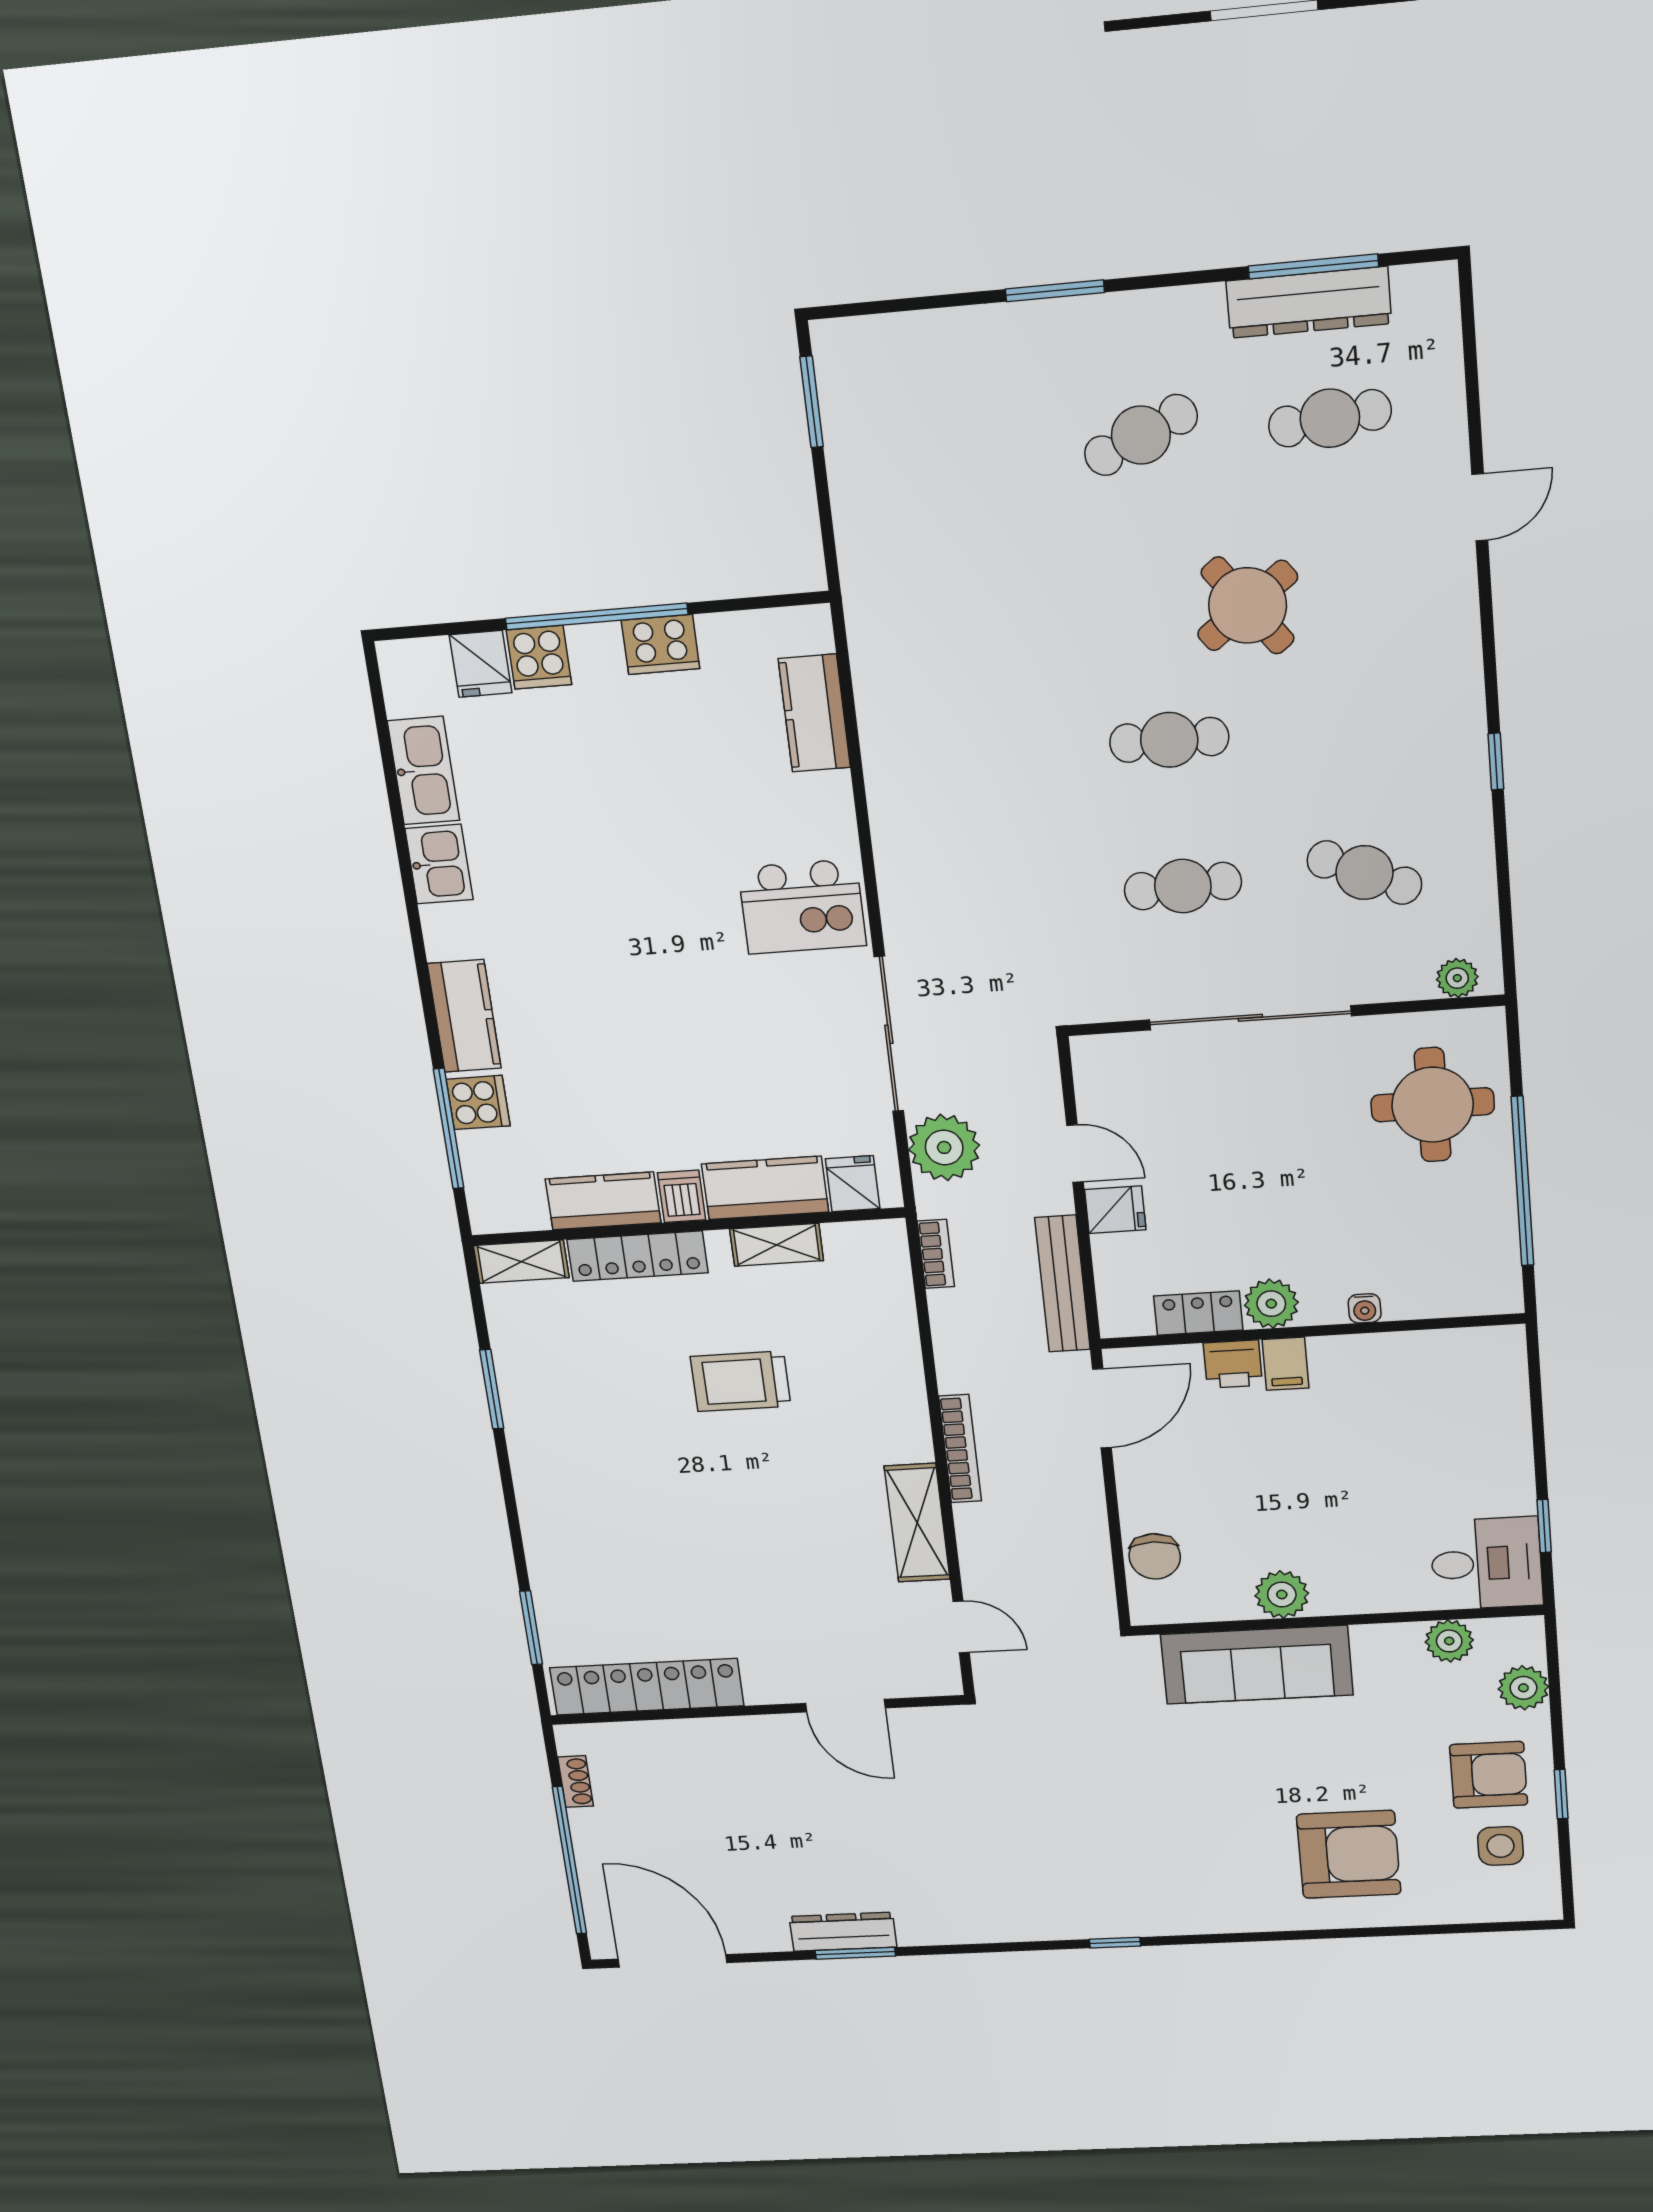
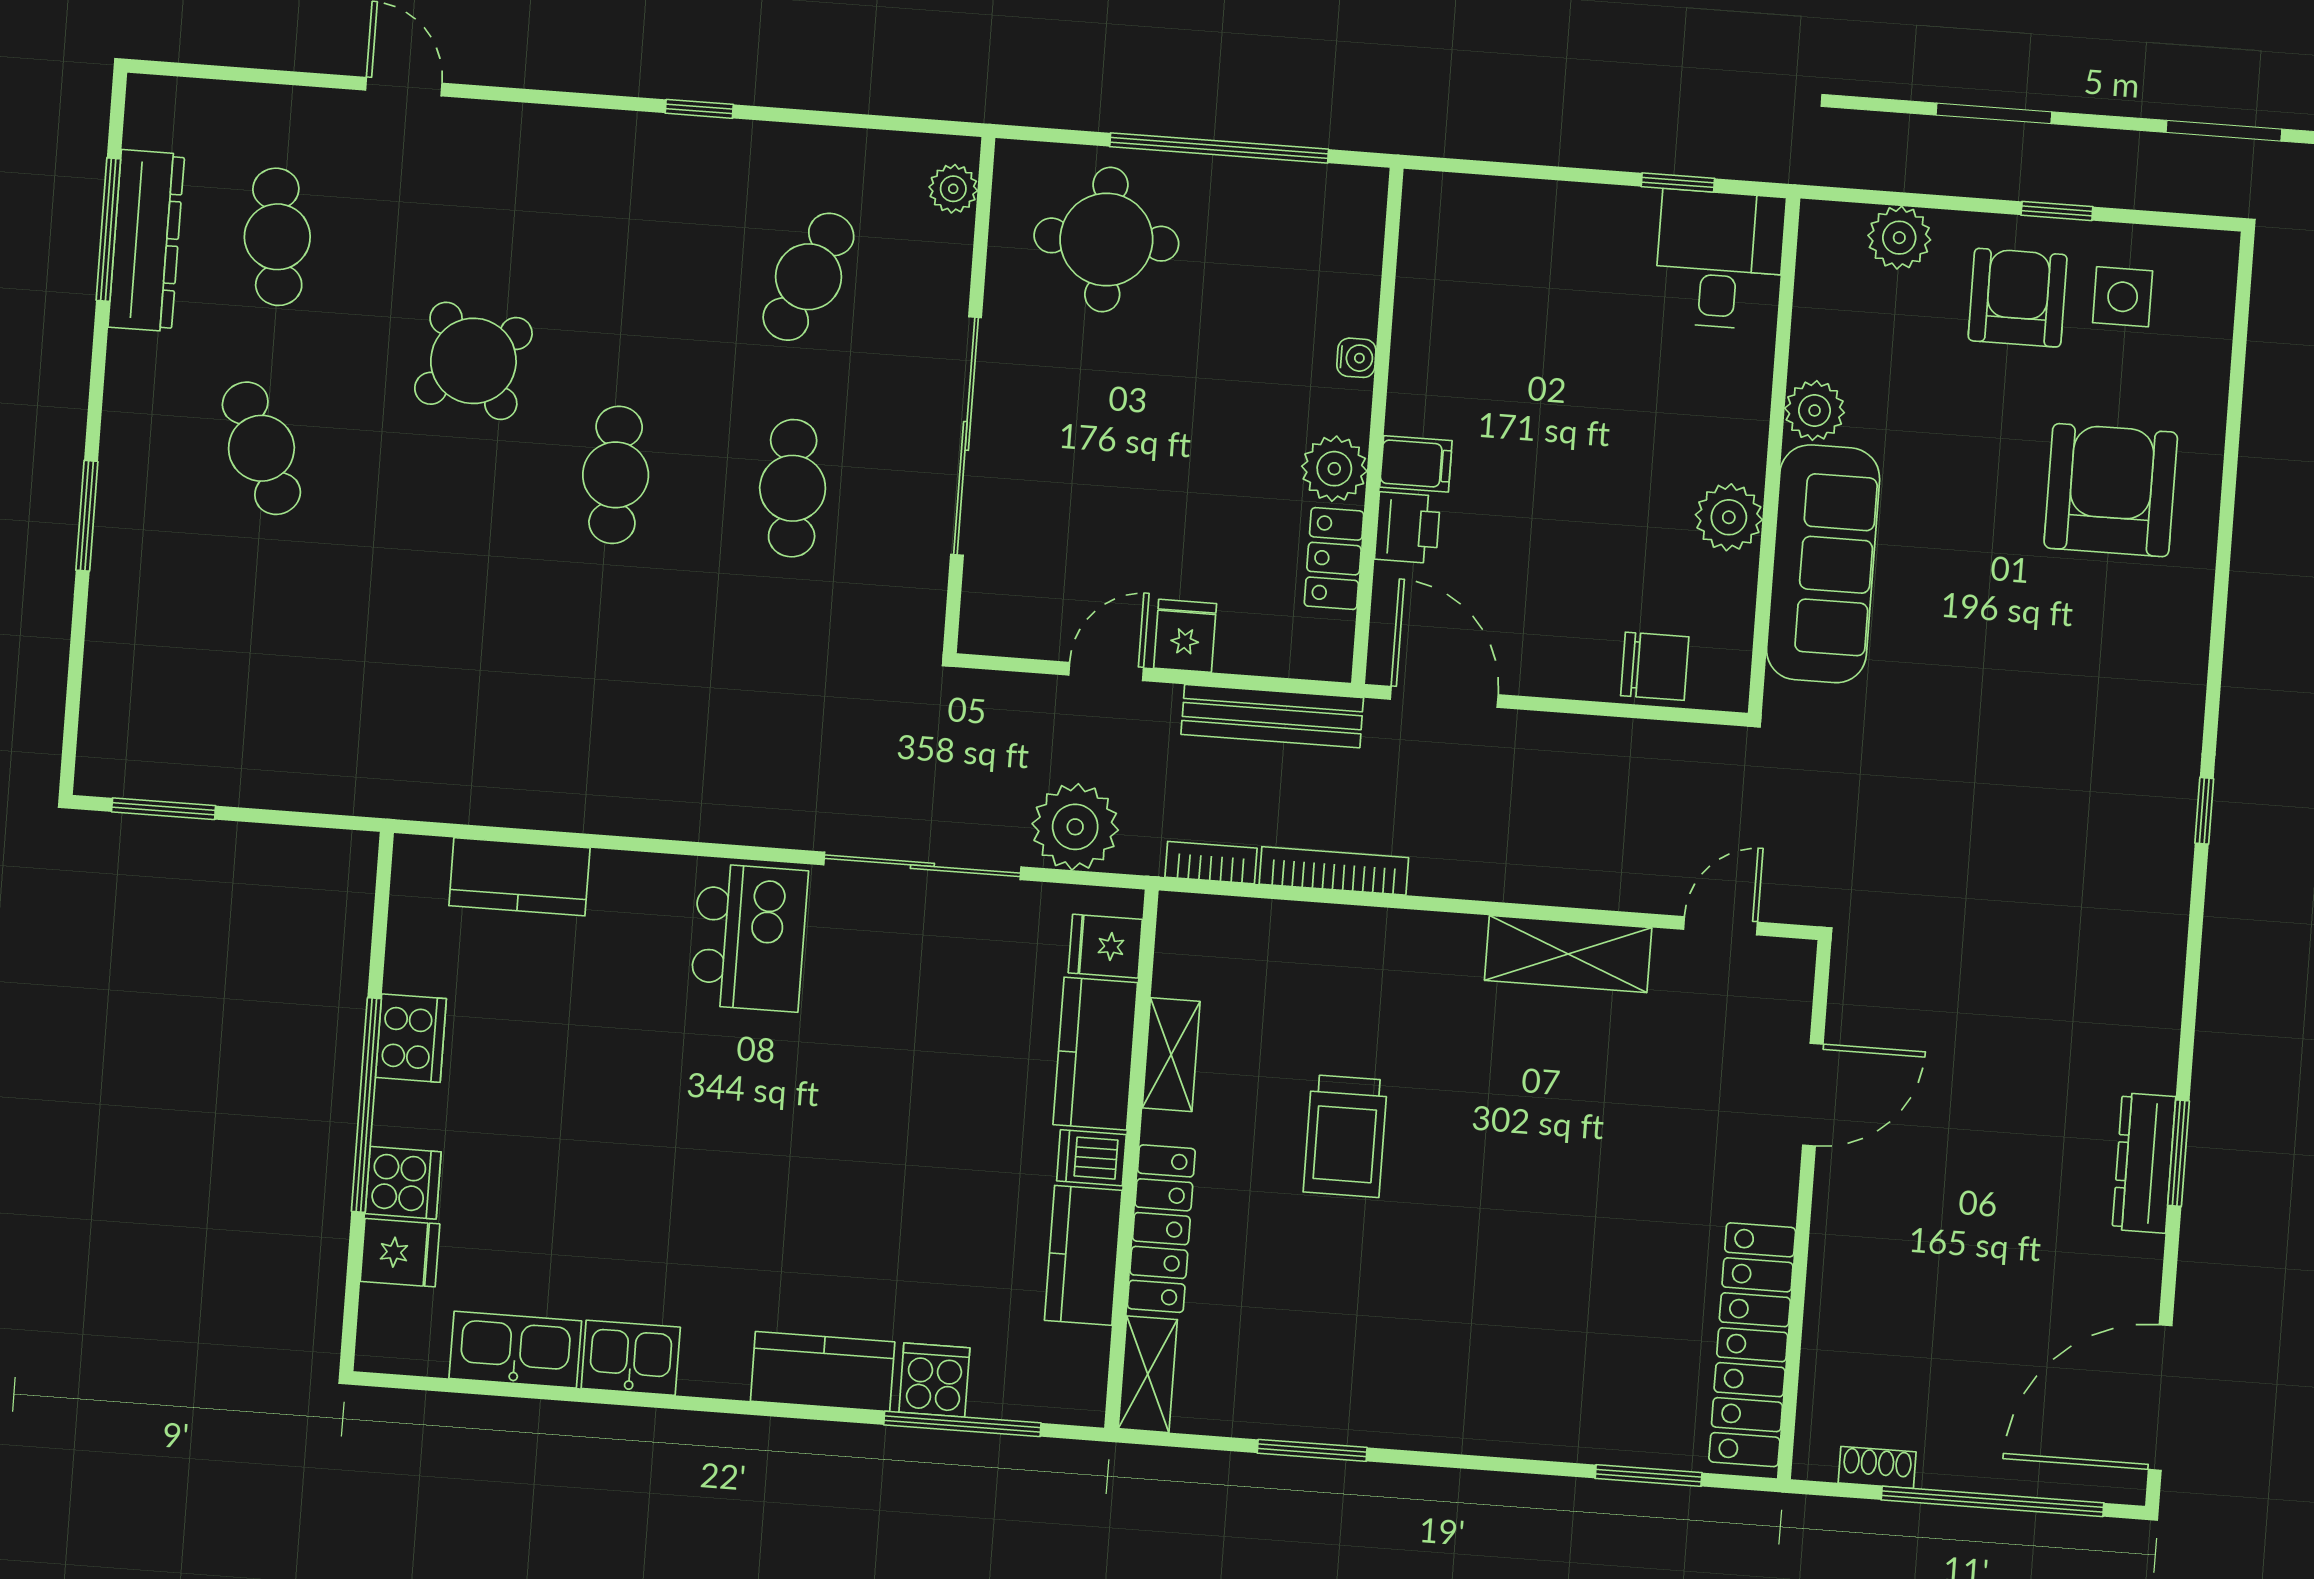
bookcase: (960, 1449) -> (1334, 871), moved
plant: (1449, 1641) -> (1815, 410), moved

